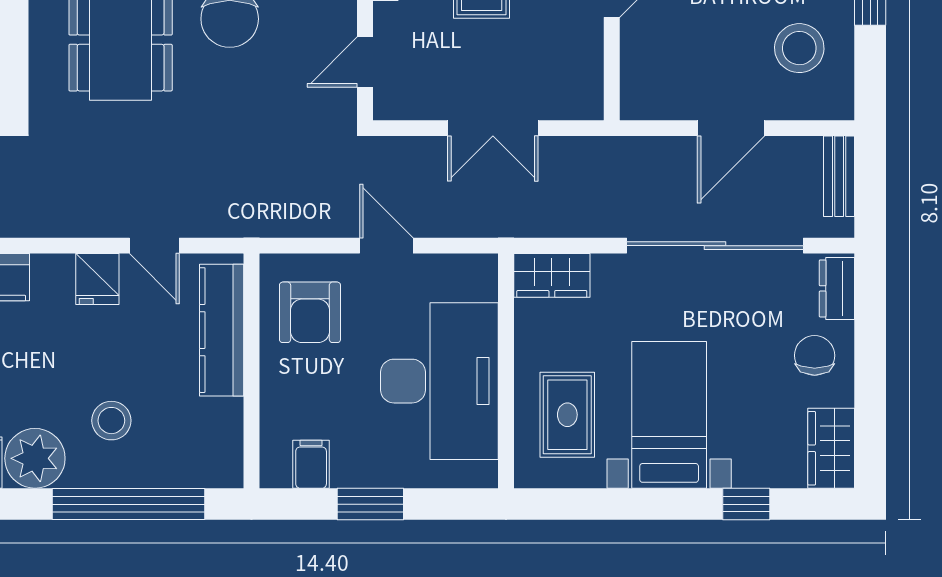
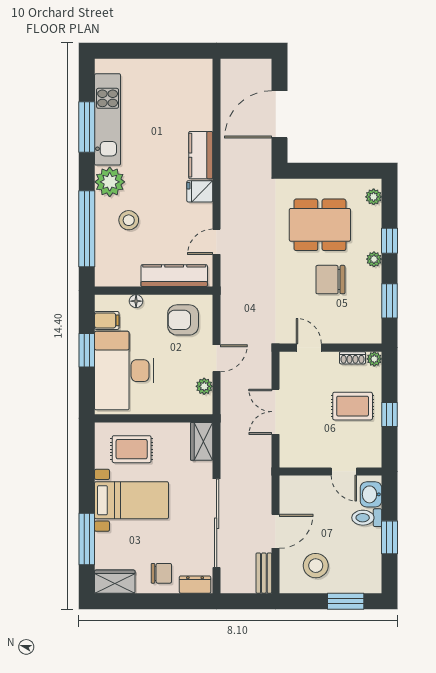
door: (731, 128) -> (276, 531), swing flipped
bench: (839, 176) -> (264, 573), moved, turned 90
plant: (442, 270) -> (204, 386), added
fridge: (97, 279) -> (200, 191), moved
desk: (439, 381) -> (124, 371), moved, turned 90
floor lamp: (273, 406) -> (136, 301), added
window: (746, 504) -> (87, 539), width x2.17

